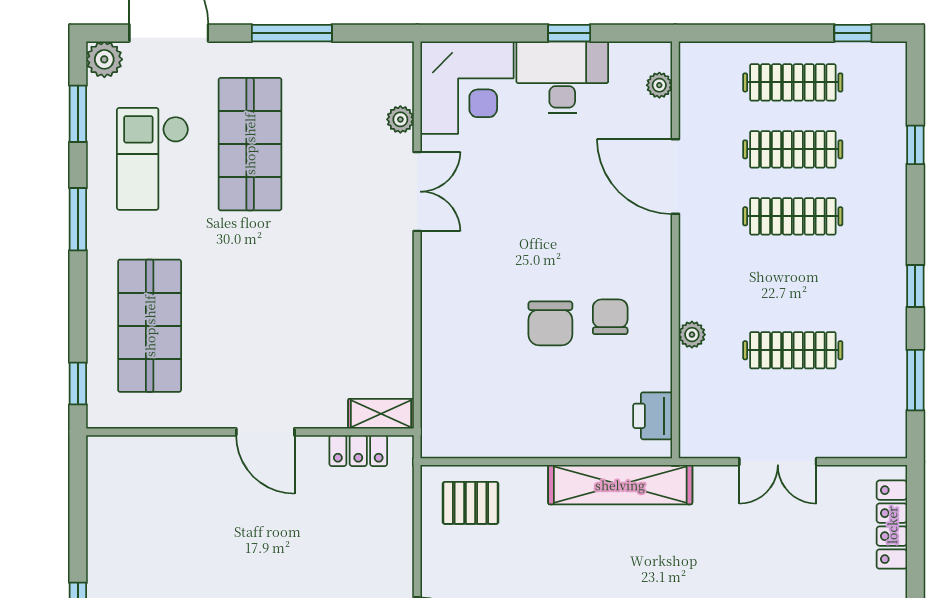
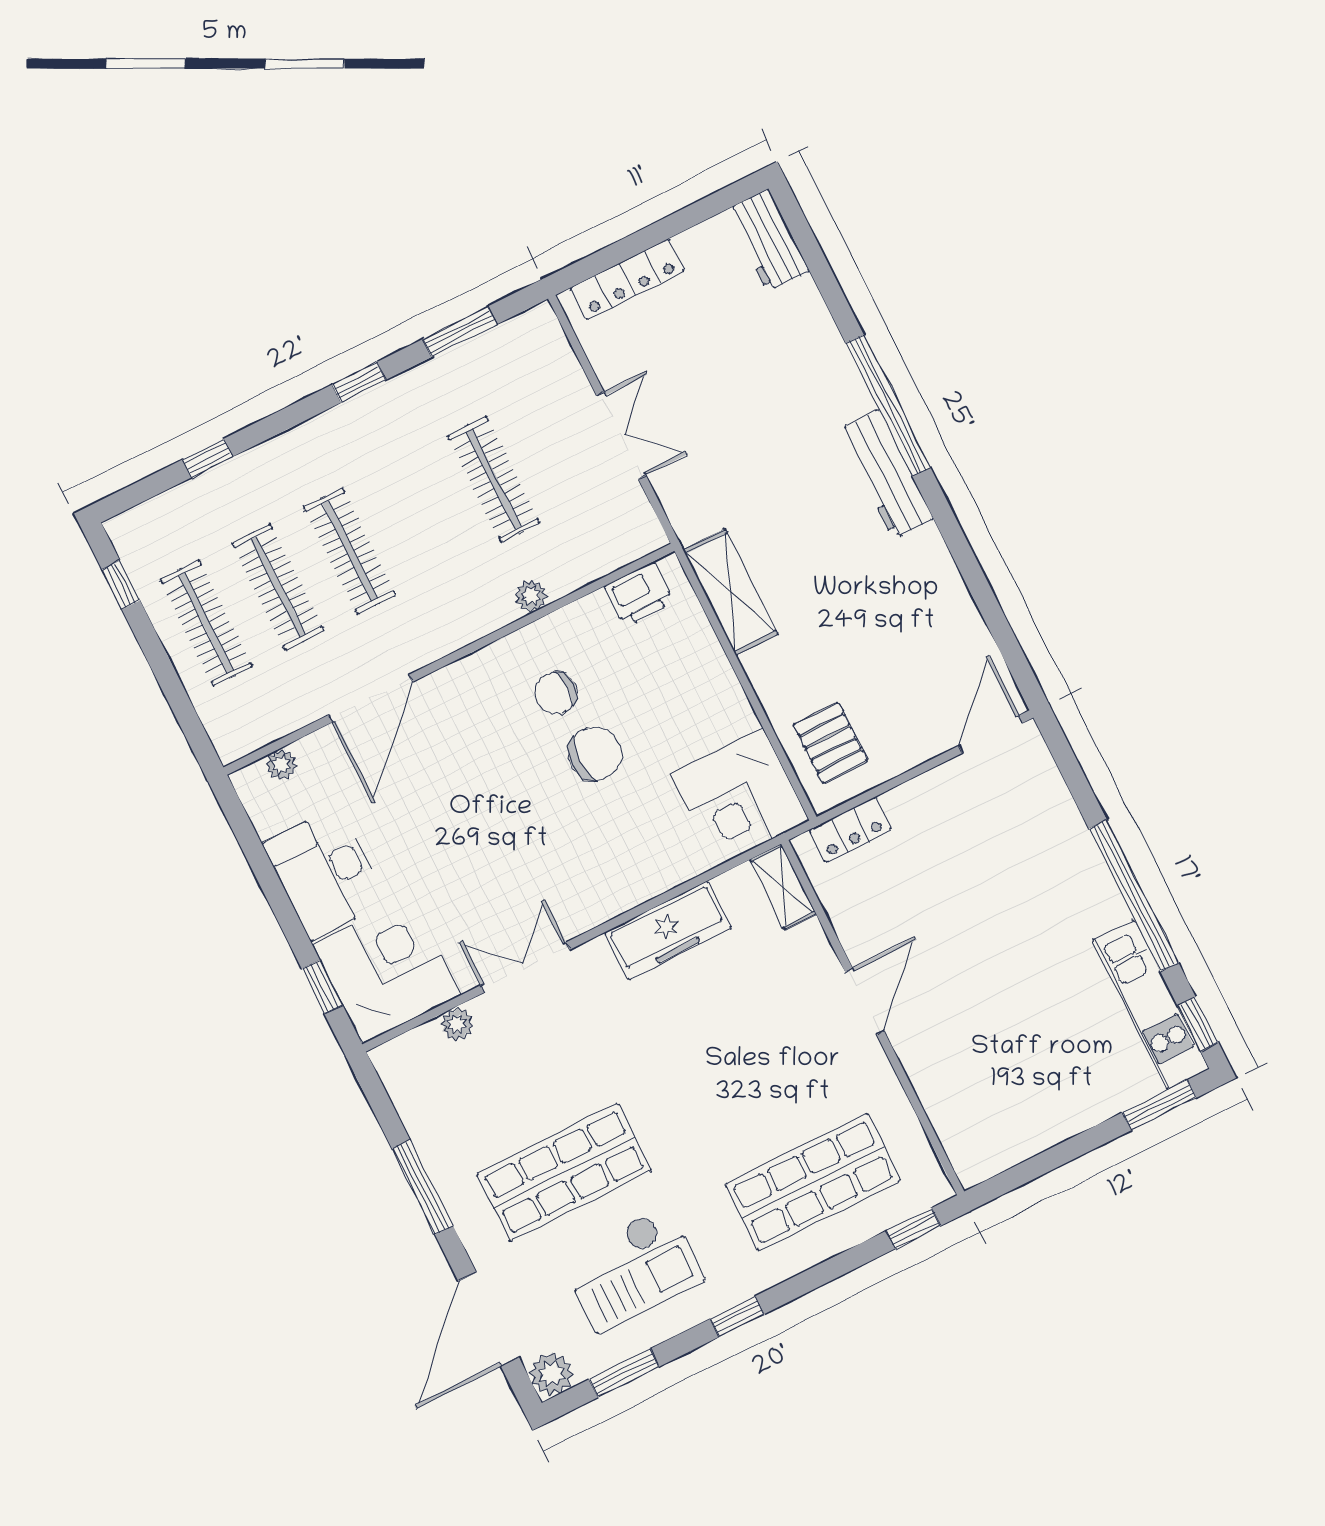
window: (569, 33) -> (322, 987), moved
window: (78, 219) -> (737, 1317), width x0.67
freezer: (392, 312) -> (668, 930), added
corner desk: (464, 415) -> (740, 797), added
locker: (358, 451) -> (850, 830), moved, turned 90
shelving: (620, 485) -> (730, 592), width x0.68

